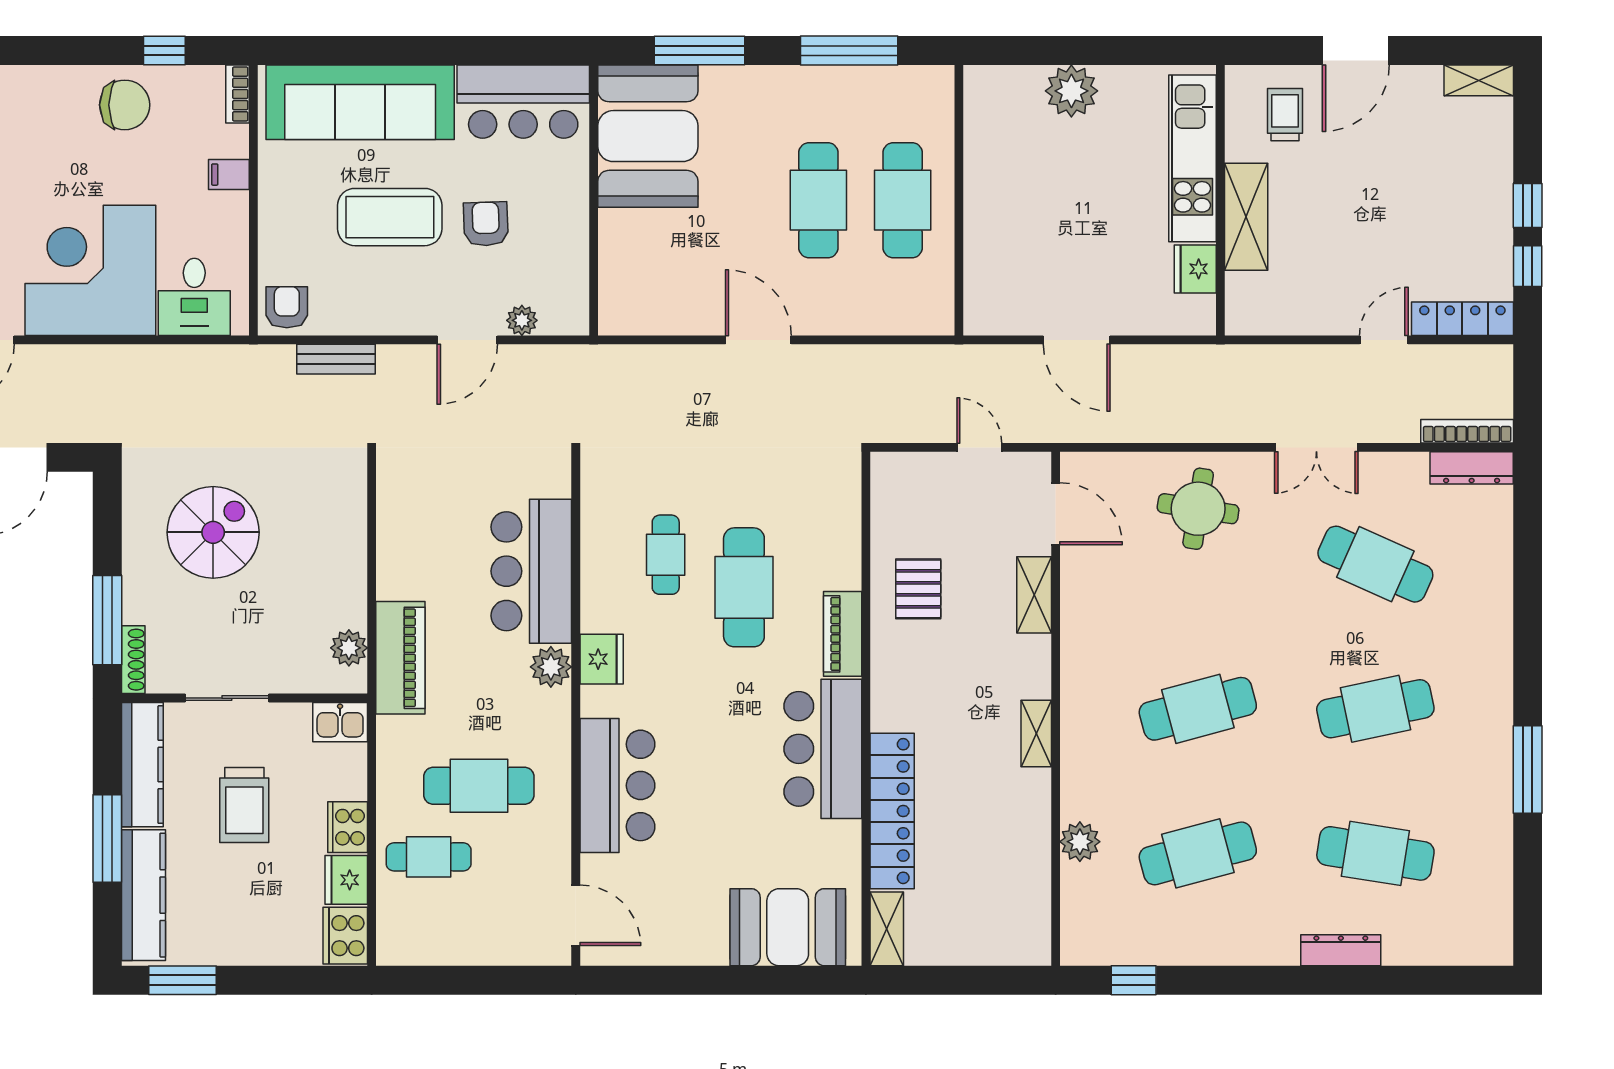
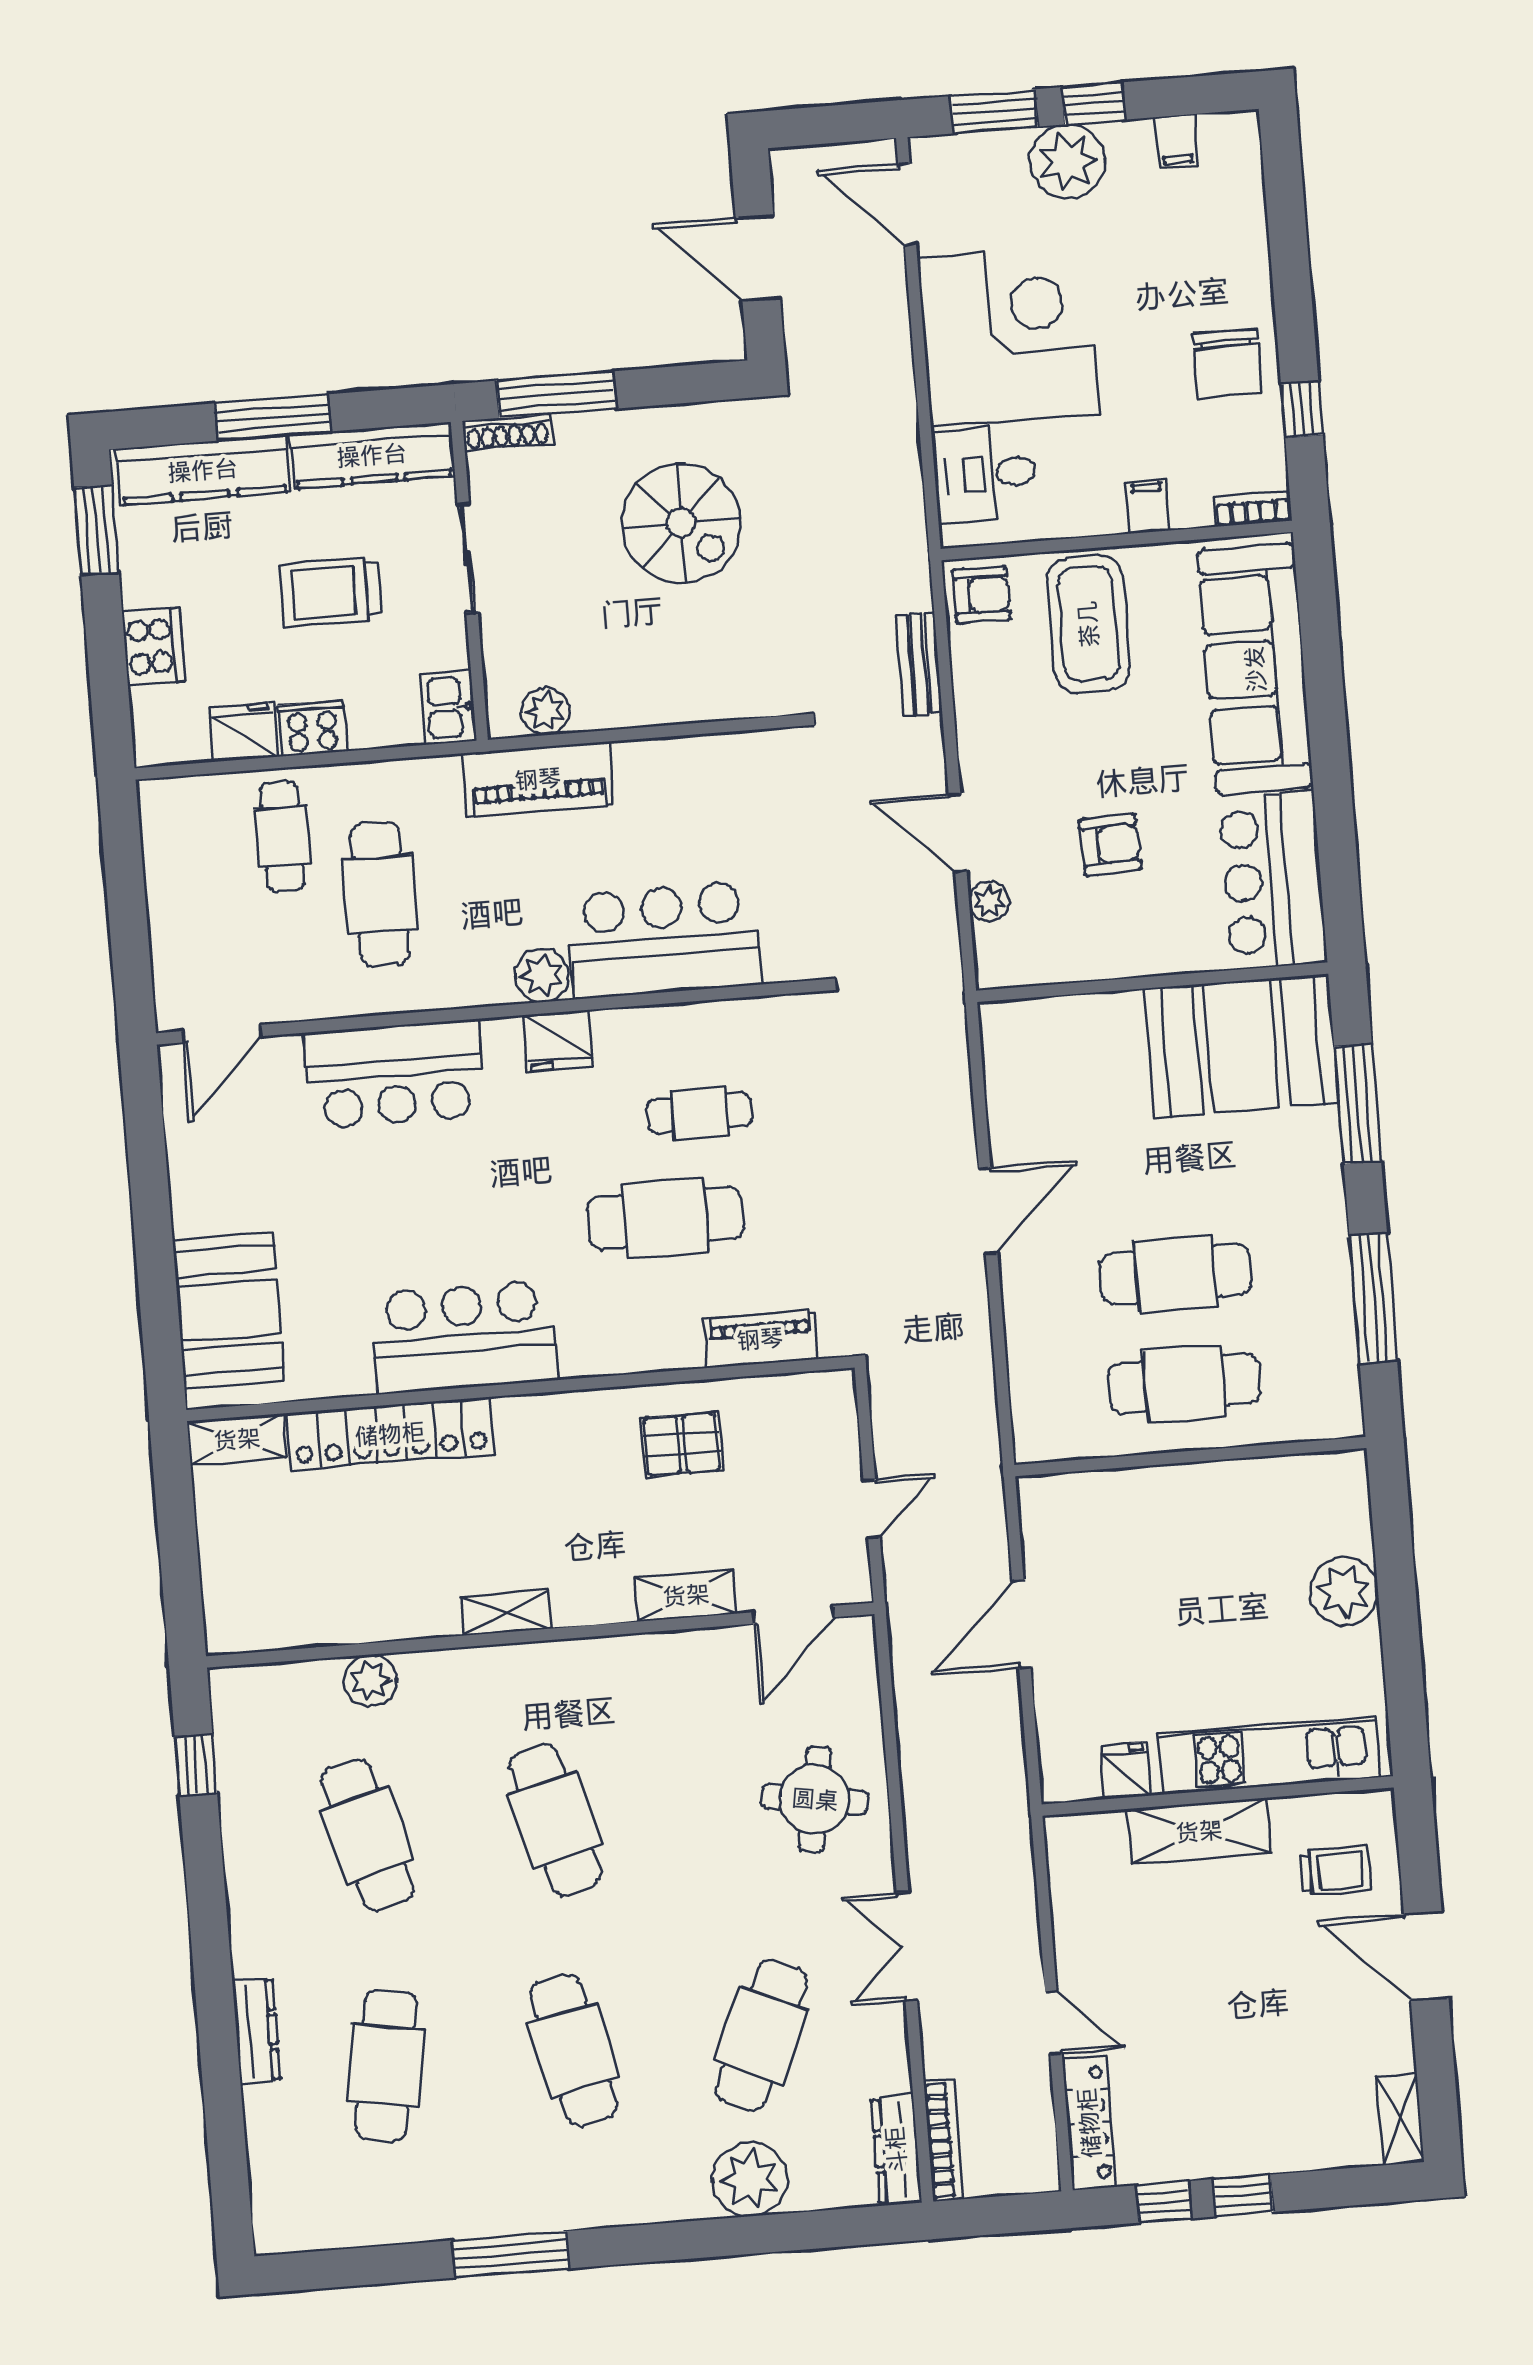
coffee table: (390, 217) -> (1088, 624), moved
fridge: (1195, 269) -> (1126, 1771), width x0.72
plant: (1485, 582) -> (750, 2179), added
piano: (843, 634) -> (760, 1339), moved
cooker: (345, 936) -> (153, 646), moved, turned 90

